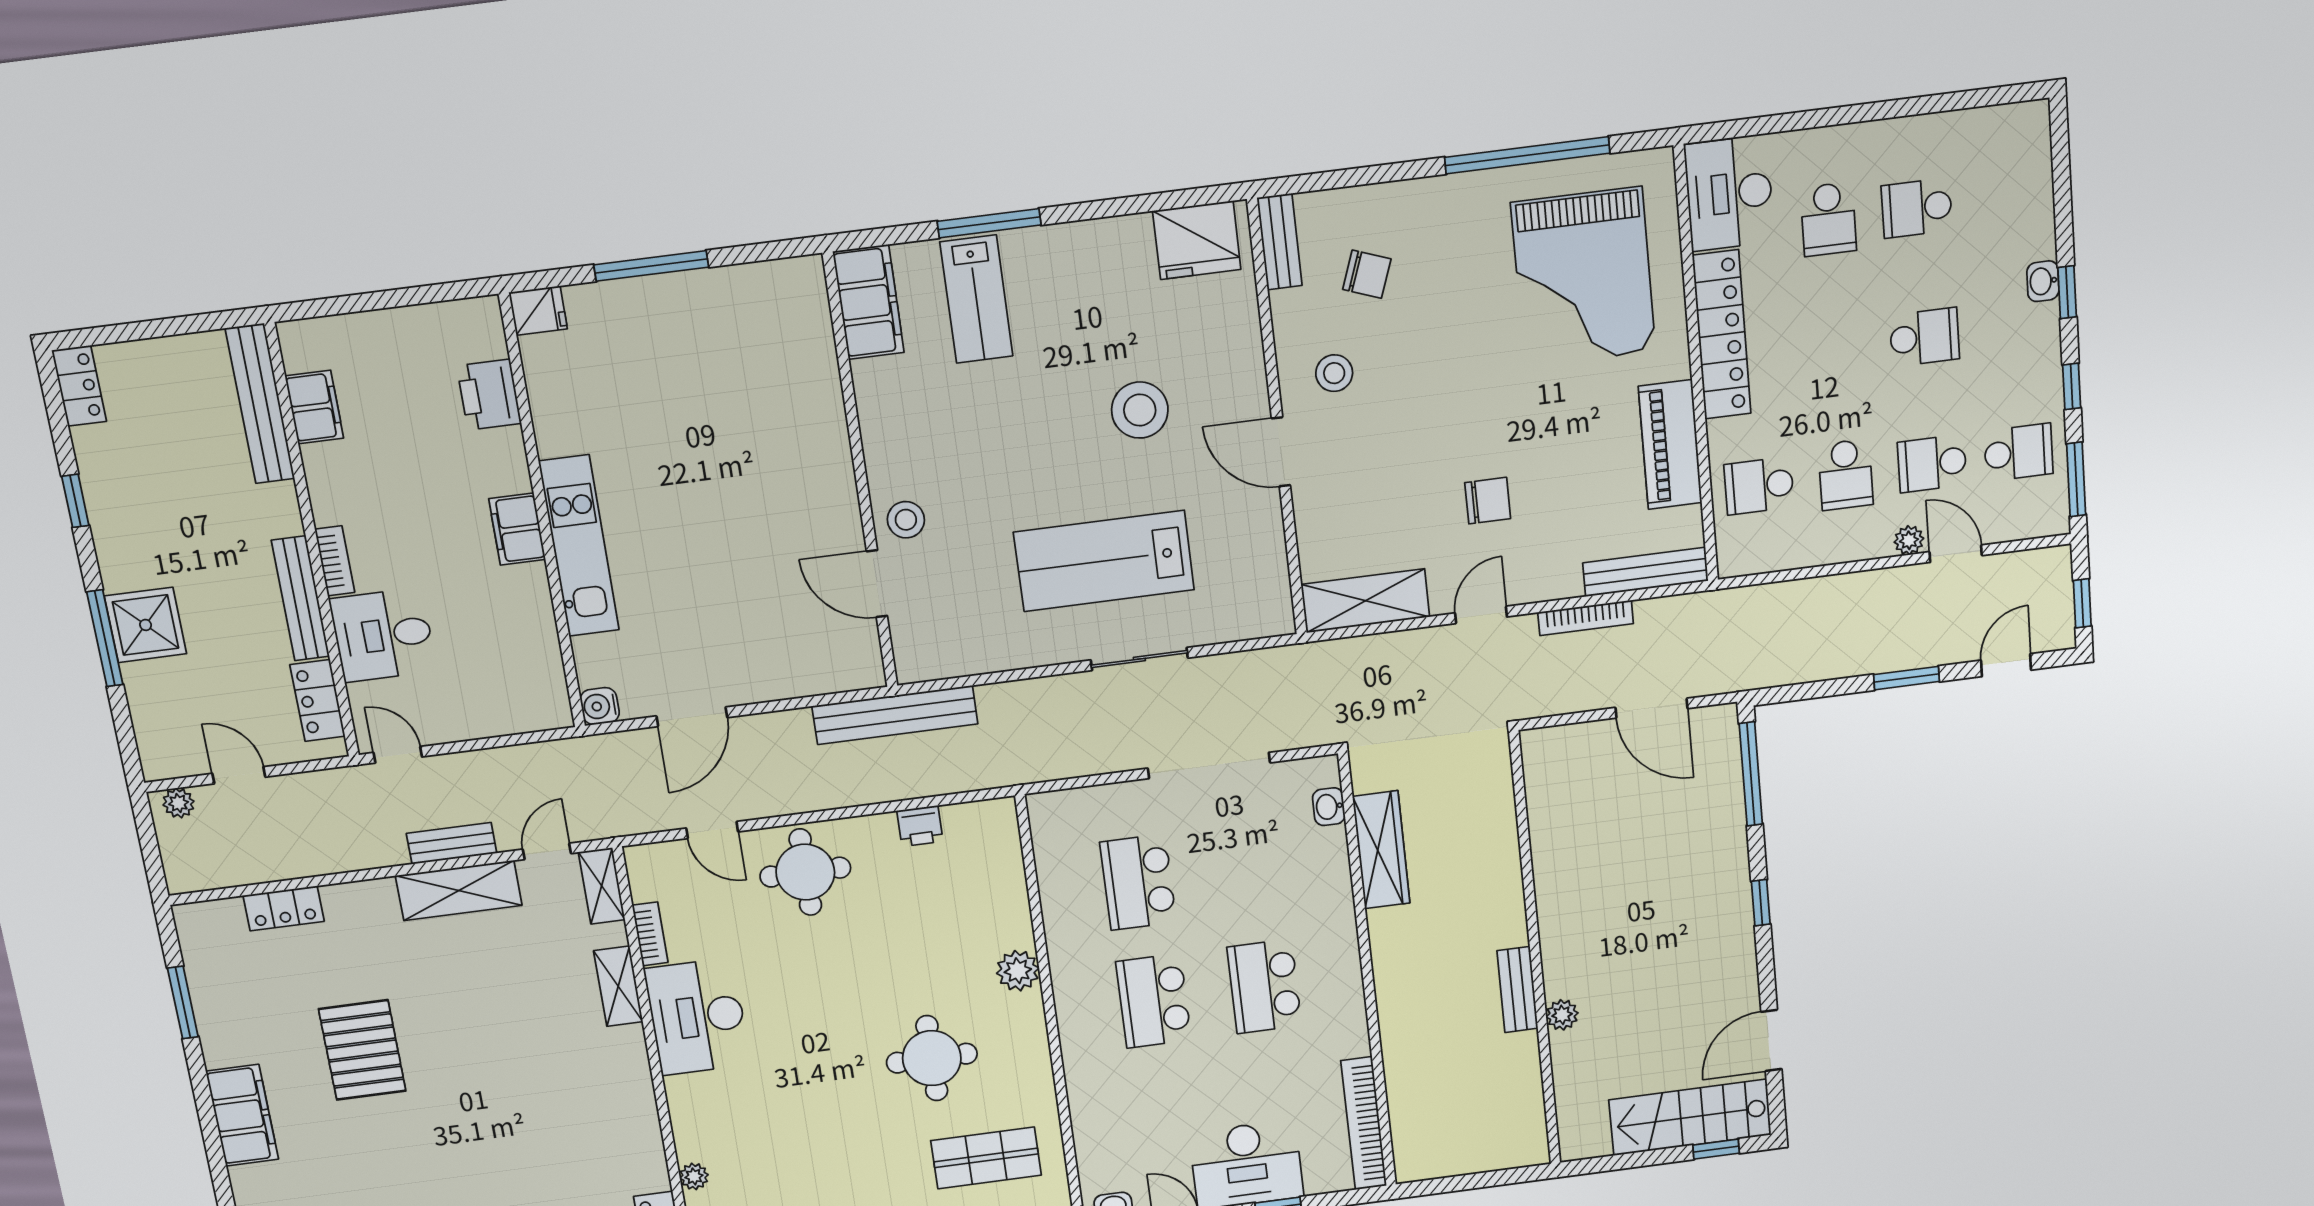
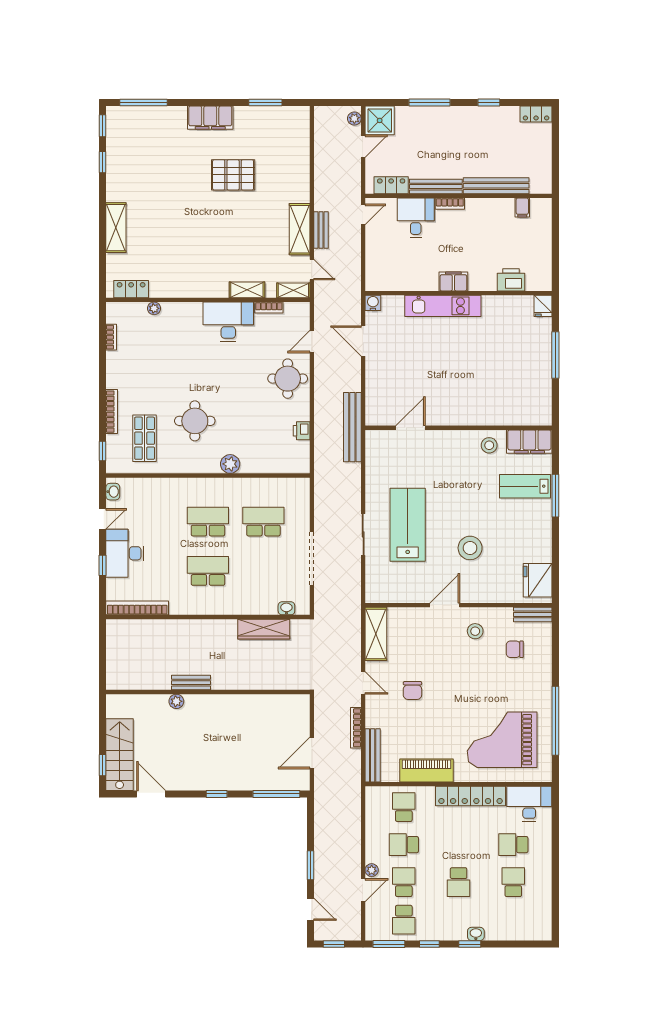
chair: (1367, 274) -> (515, 649), turned 70
bench: (260, 404) -> (496, 186), moved
filing cabinet: (314, 407) -> (522, 208), width x0.50
stool: (906, 520) -> (489, 445), moved
shower: (146, 625) -> (380, 120), moved
locker: (284, 908) -> (302, 154), removed

